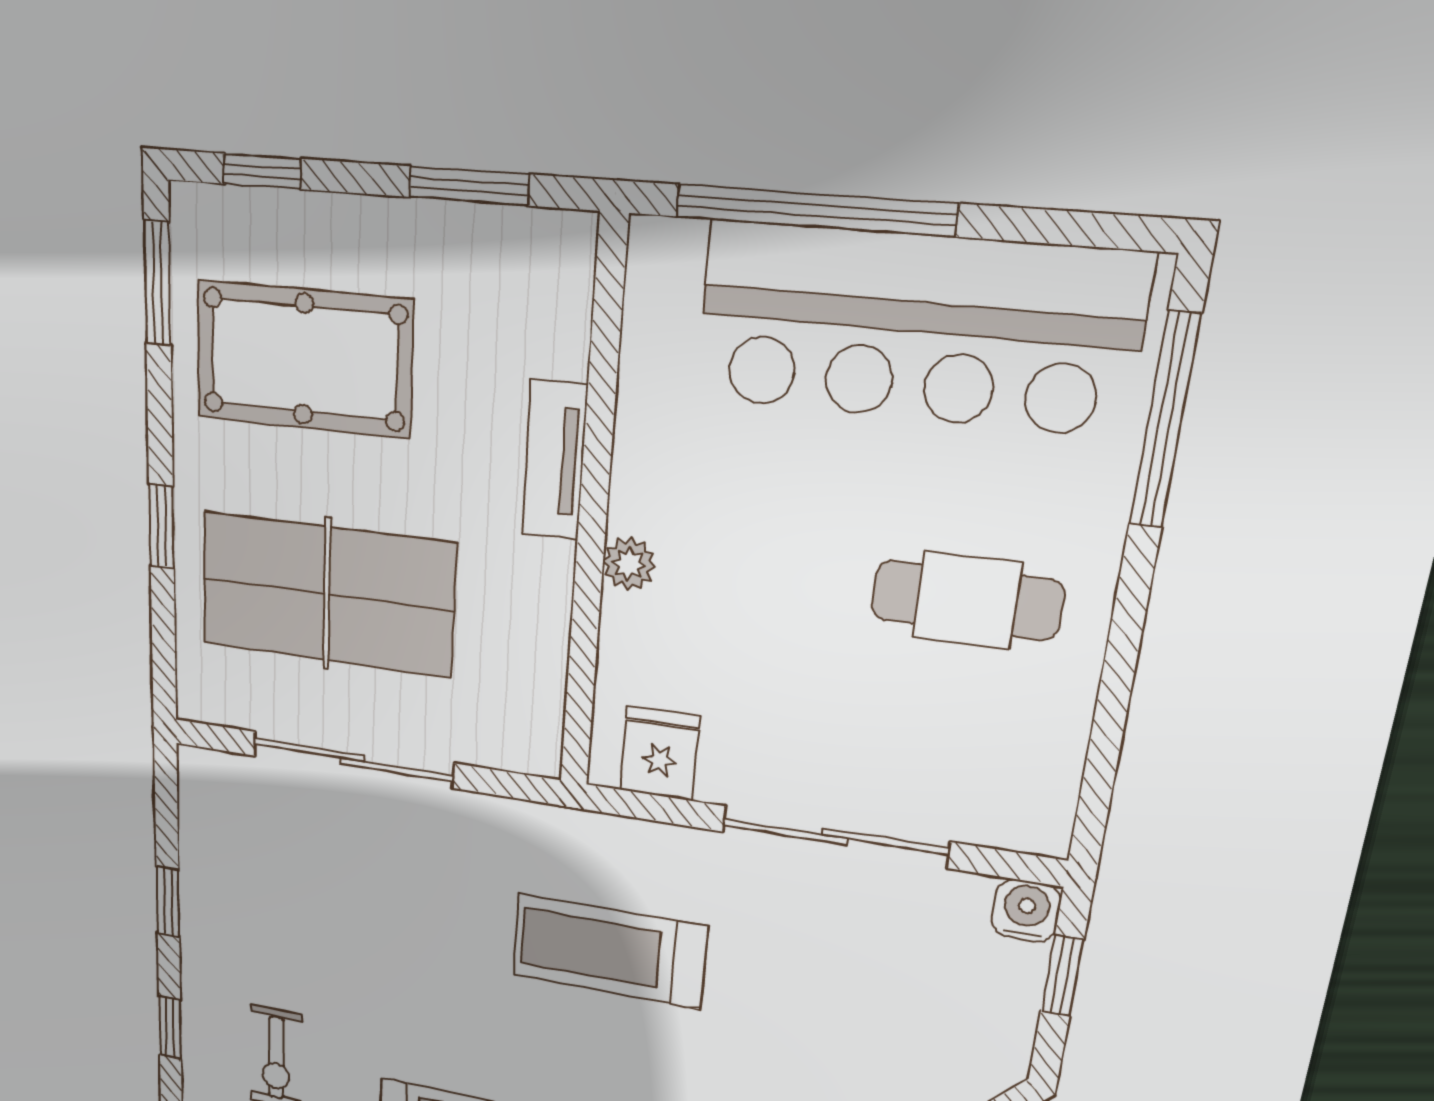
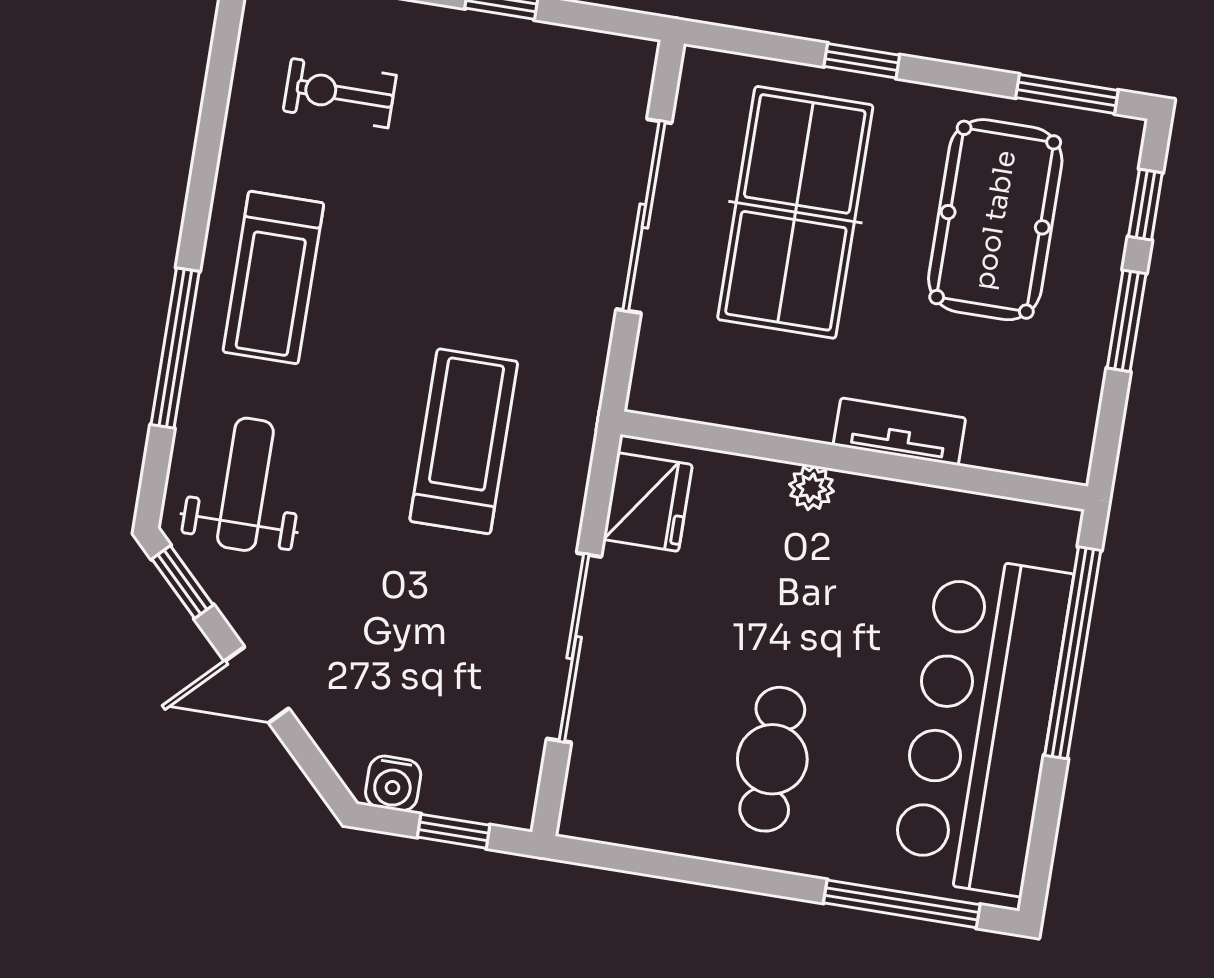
window: (469, 186) -> (1127, 321), moved
fridge: (660, 754) -> (648, 502), width x1.38
water cooler: (1026, 910) -> (393, 783), moved, turned 90

